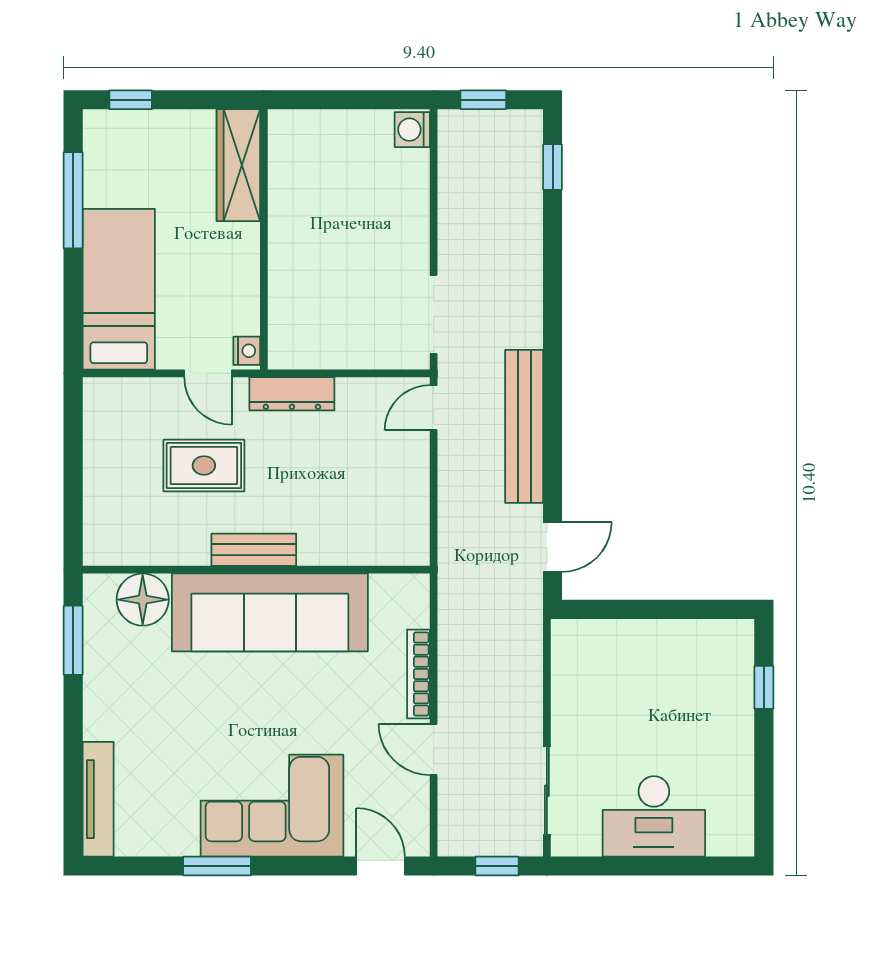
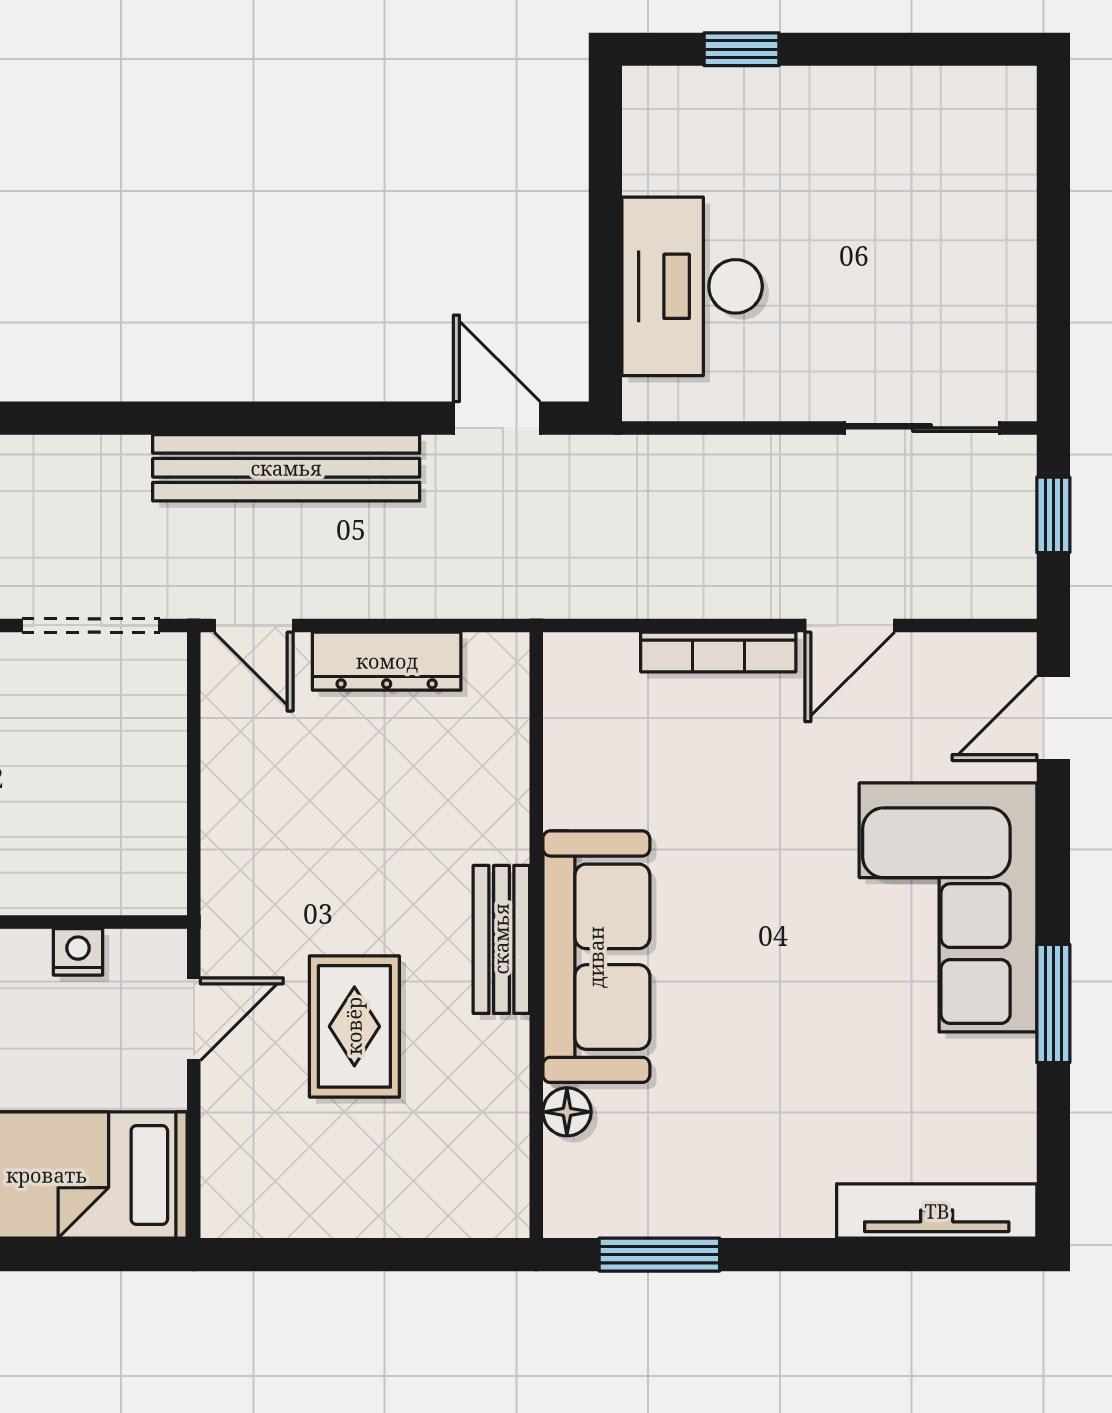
nightstand: (247, 351) -> (78, 952), moved
dresser: (292, 394) -> (387, 661), moved, turned 90
floor lamp: (143, 600) -> (567, 1112), width x0.53, depth x0.53
sofa: (270, 612) -> (596, 957), width x0.74, depth x0.79
desk: (654, 816) -> (692, 286), moved, turned 180

